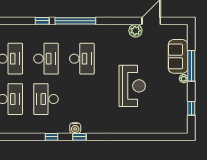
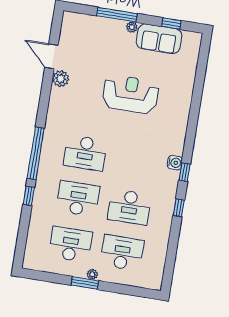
sofa: (178, 56) -> (159, 39), moved
desk: (82, 59) -> (85, 153), turned 180
water cooler: (75, 128) -> (175, 163), moved

